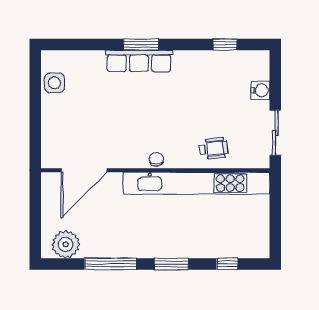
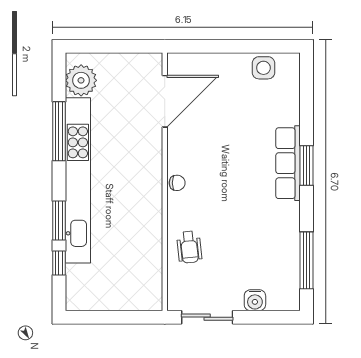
window: (225, 45) -> (307, 260), width x2.17
door: (84, 170) -> (165, 101), swing flipped
kitchen unit: (196, 183) -> (78, 180), moved, turned 180
window: (171, 264) -> (59, 221), moved

